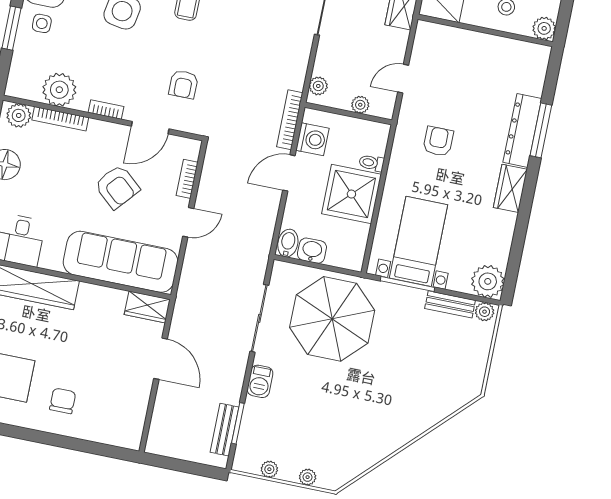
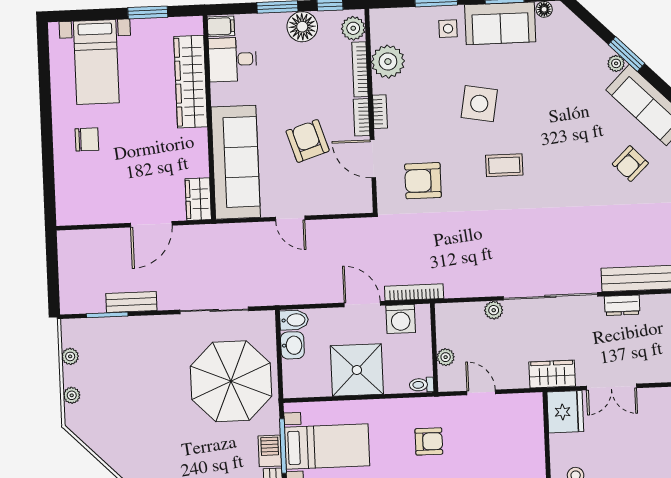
armchair: (183, 84) -> (423, 181), width x1.38, depth x1.38
plant: (318, 86) -> (494, 310), moved
toilet: (372, 163) -> (422, 385), moved, turned -90
bookcase: (187, 179) -> (362, 117), moved, turned -90
armchair: (117, 187) -> (308, 141), turned 121
barbecue: (260, 381) -> (270, 451), moved, turned 90
bench: (225, 430) -> (131, 302), moved

